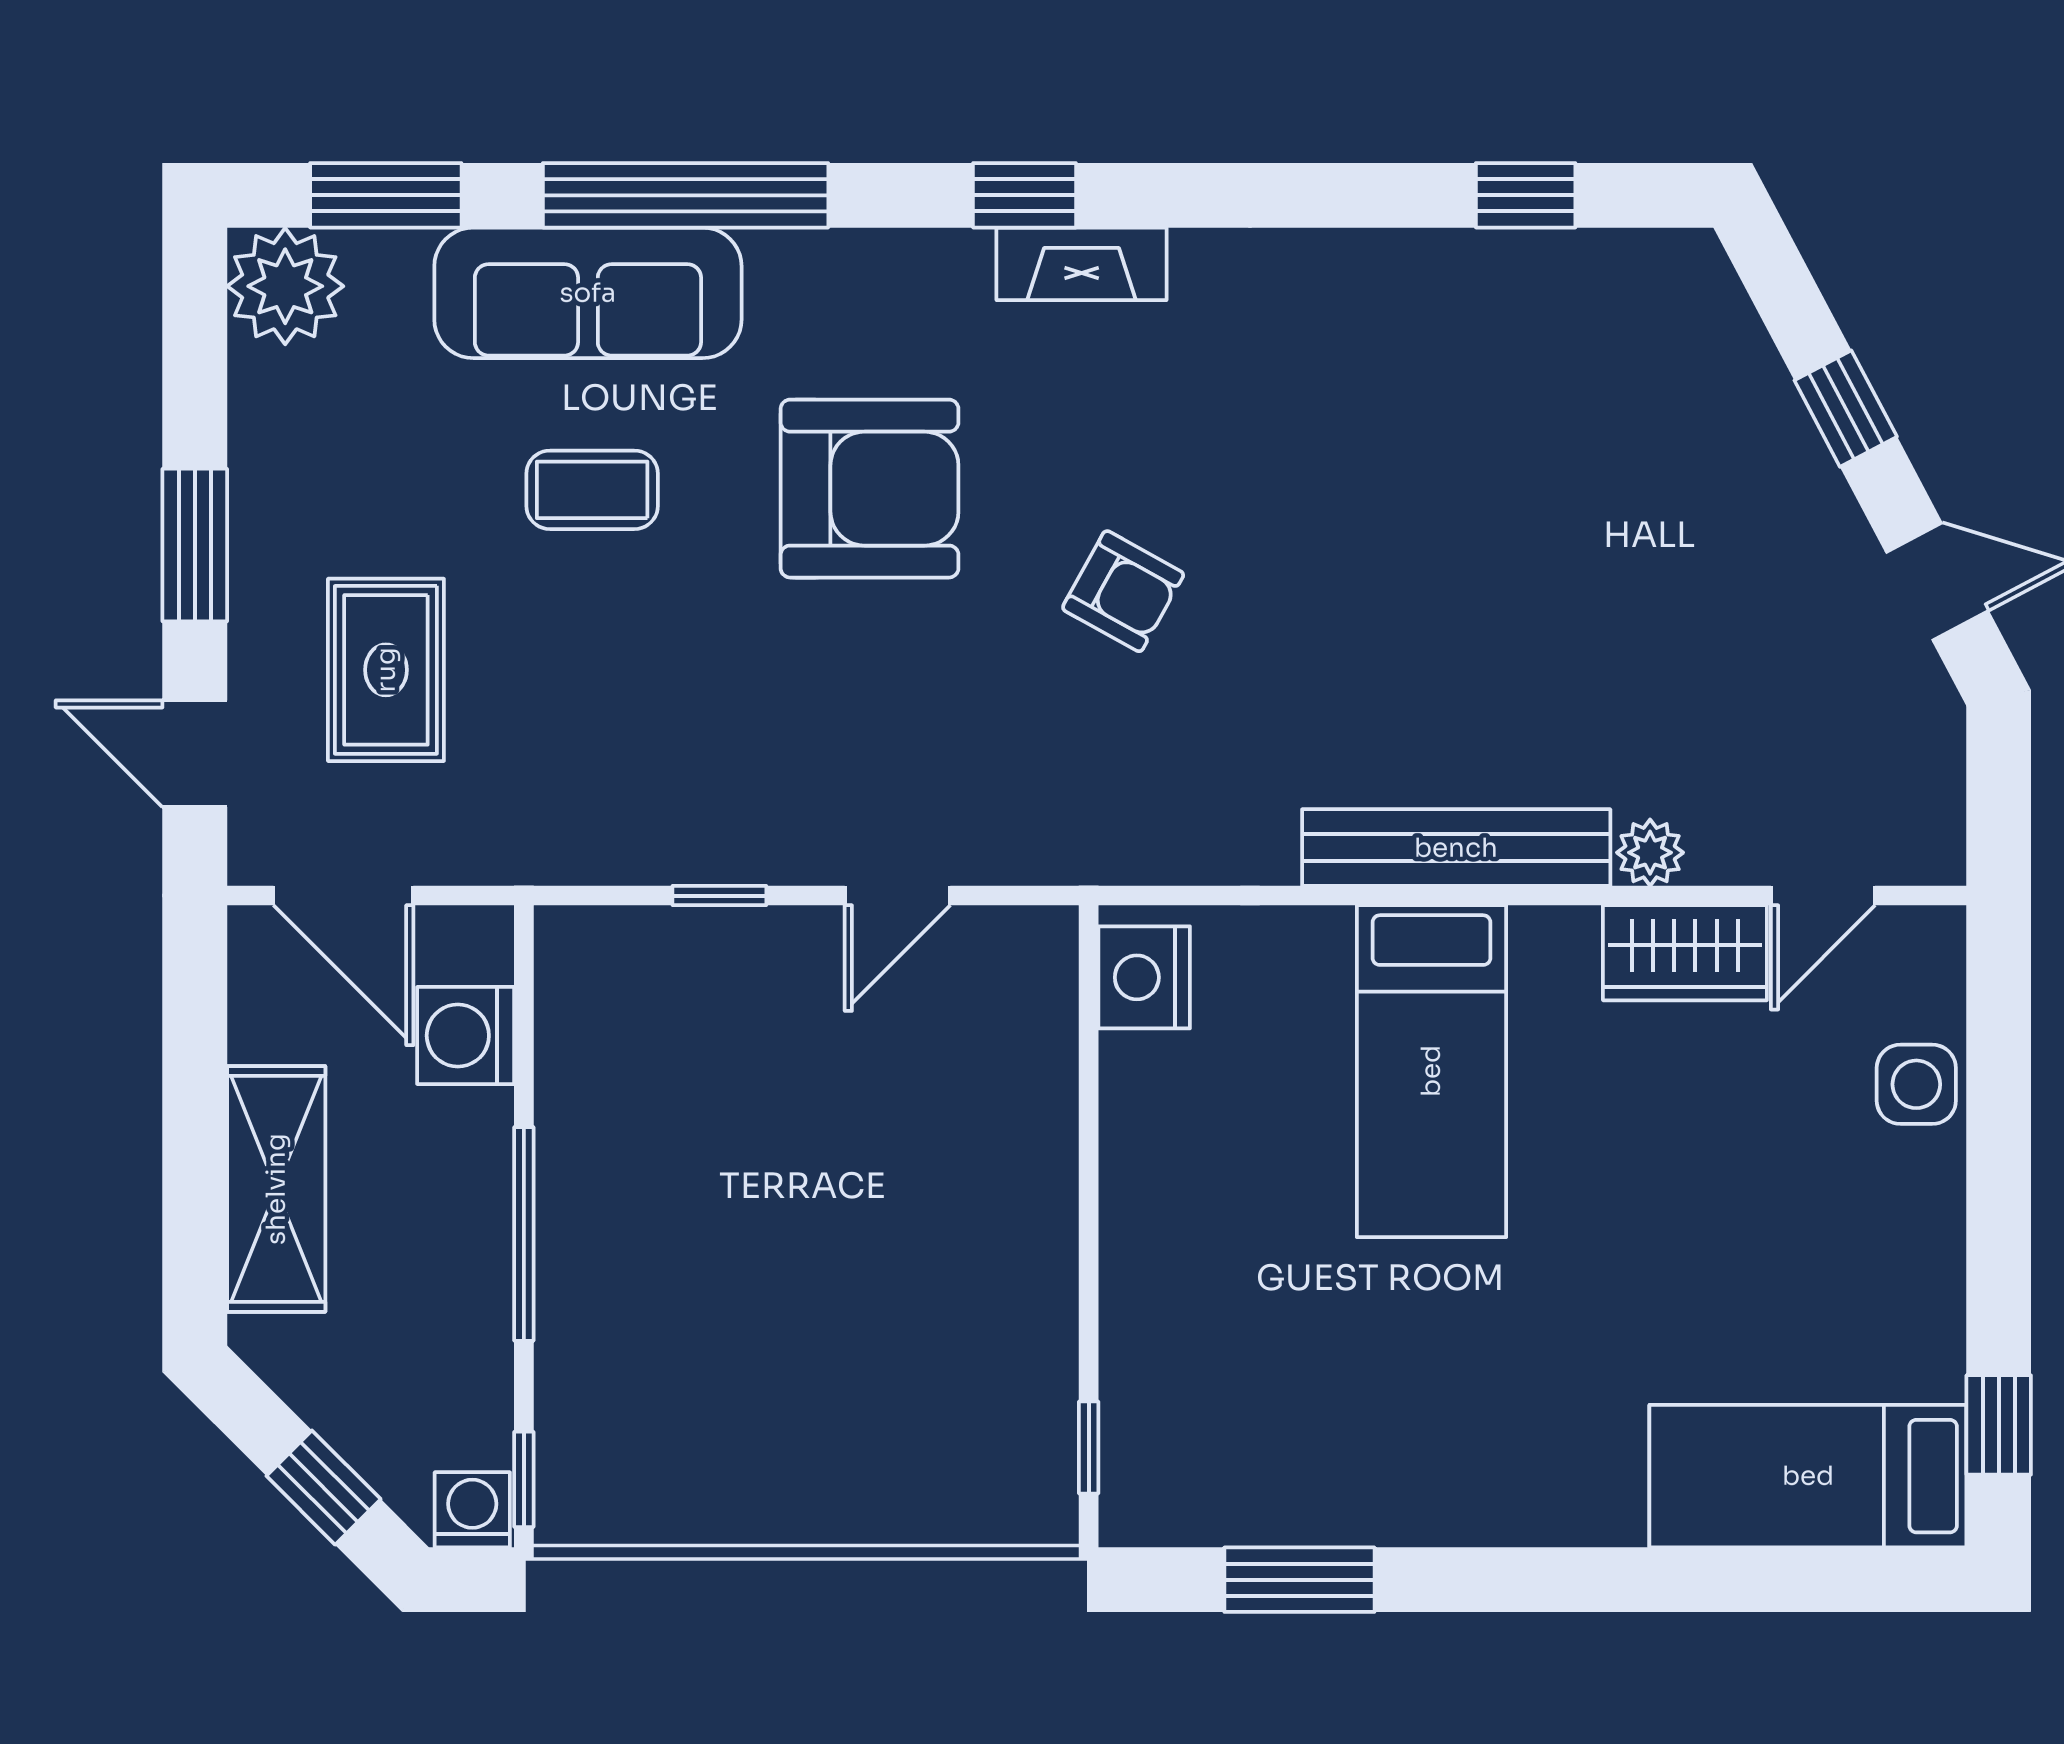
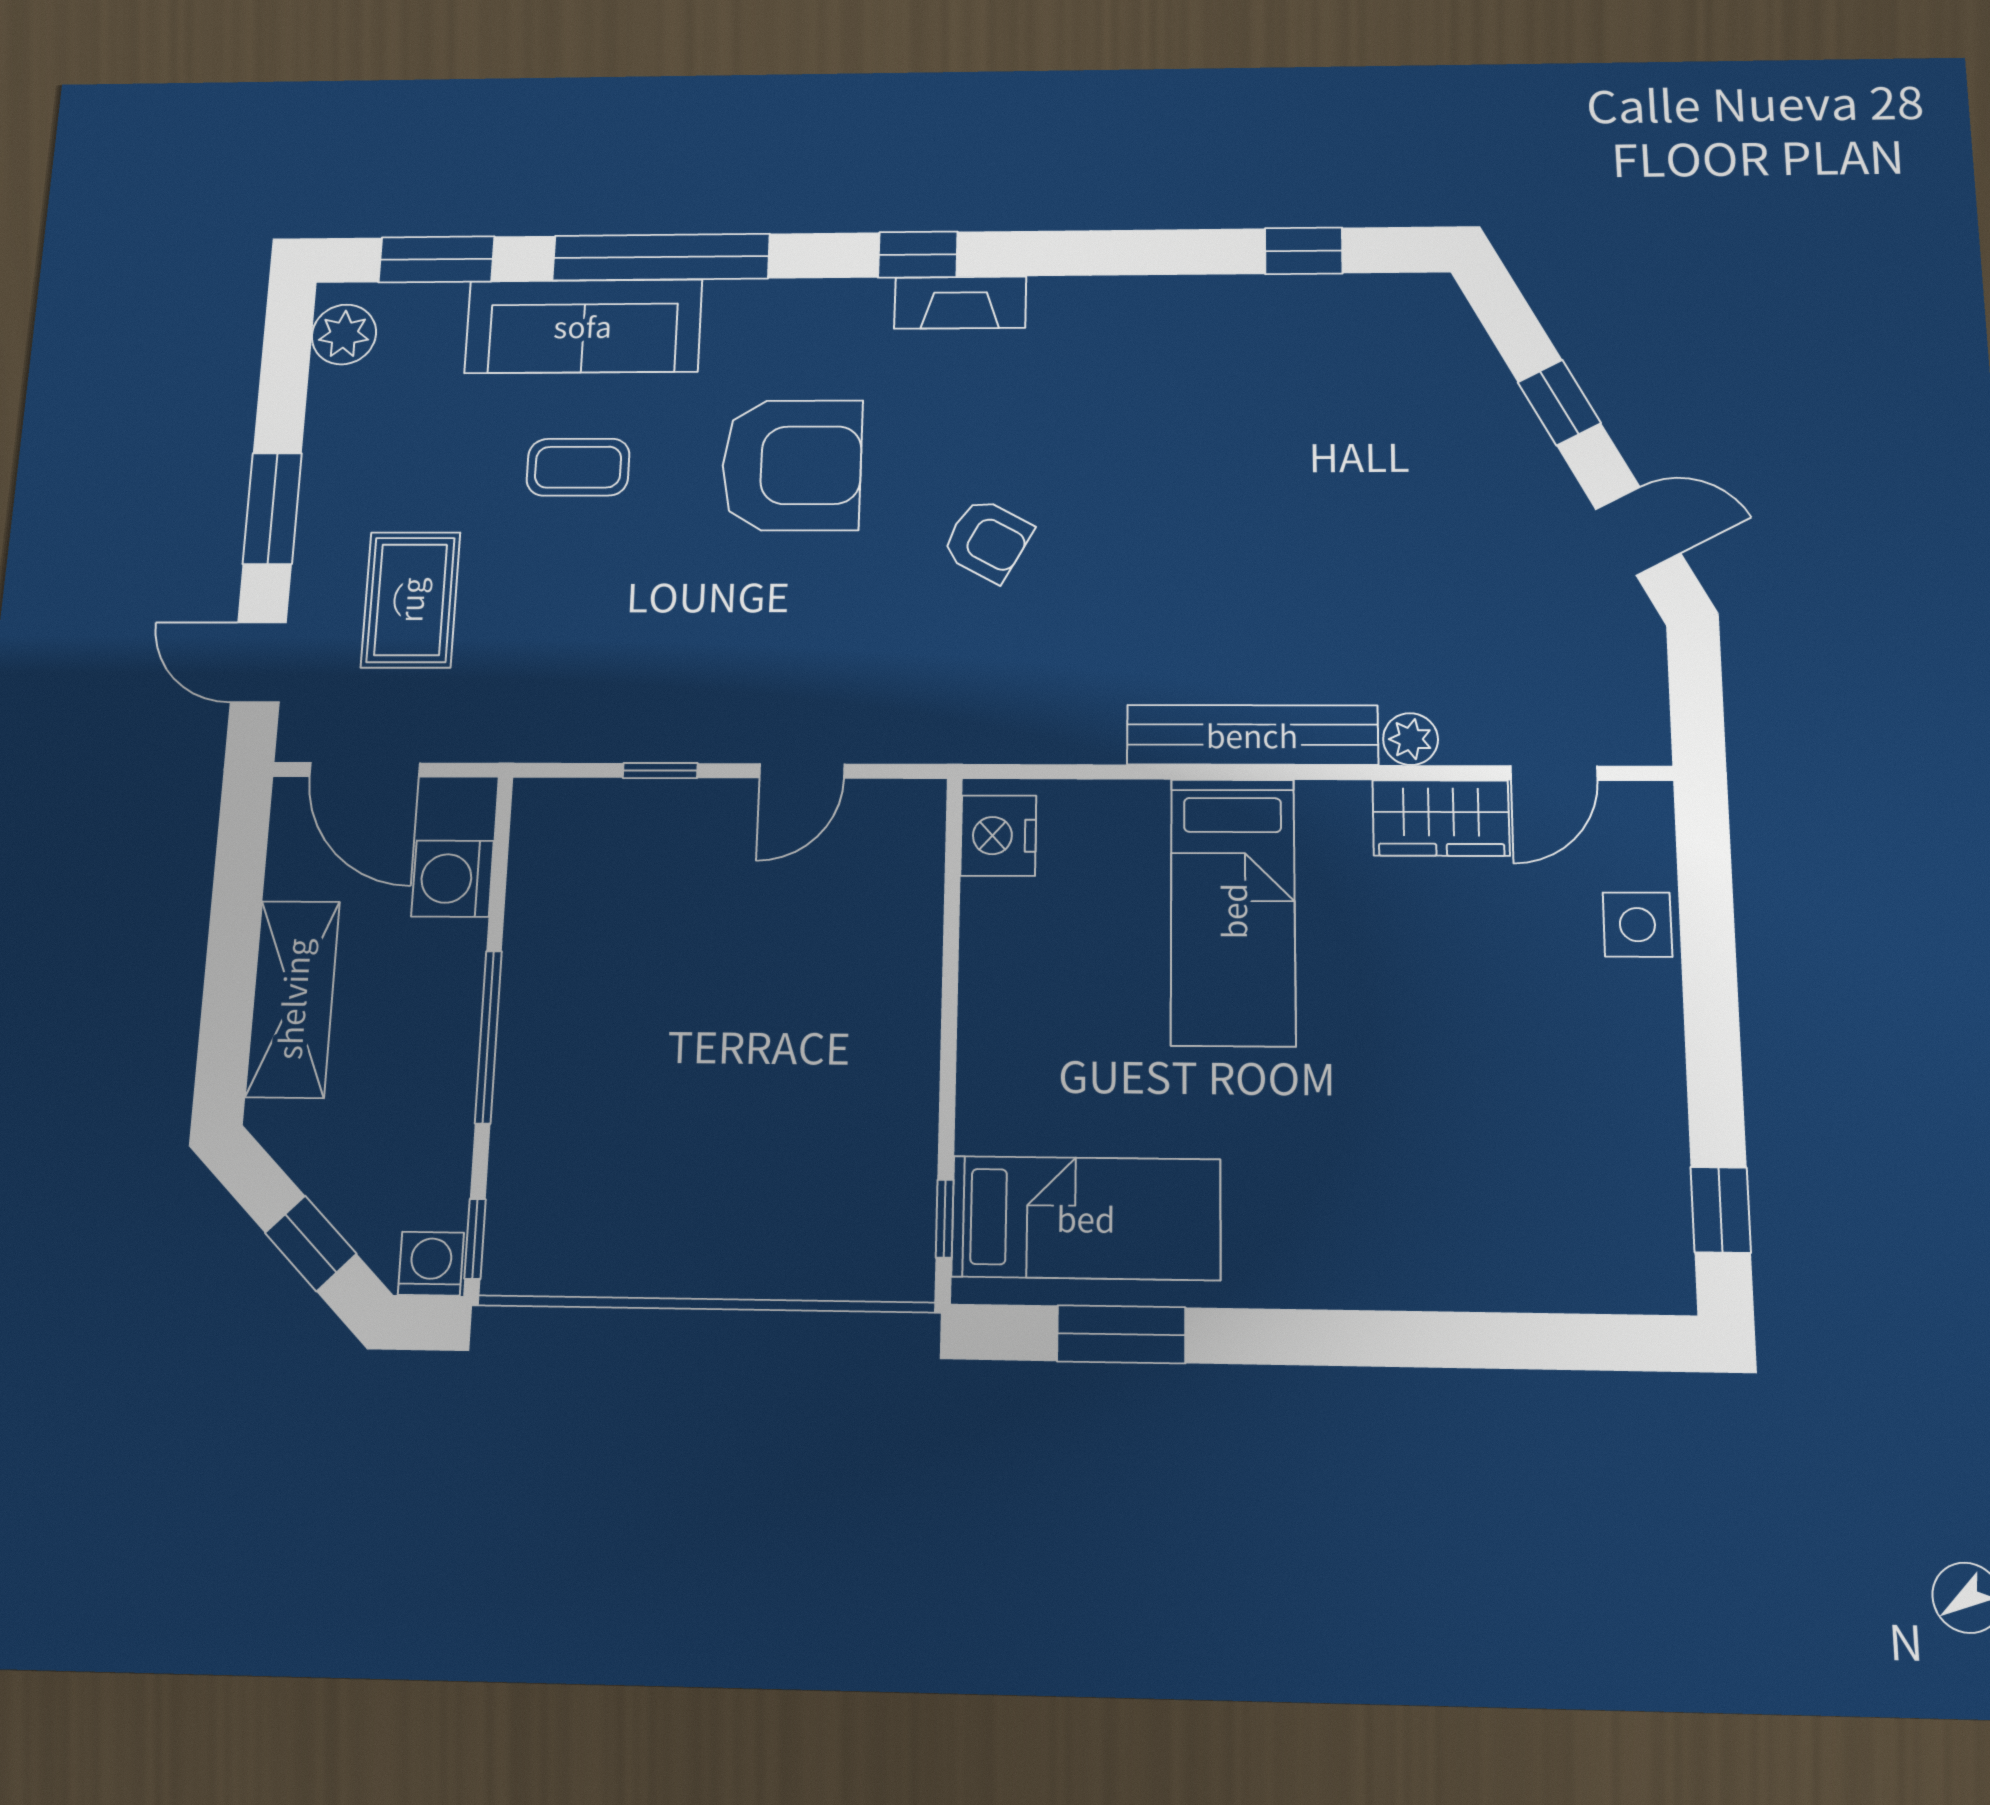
plant: (285, 286) -> (344, 334), width x0.73, depth x0.73
bed: (1808, 1476) -> (1086, 1218), moved, turned 180

